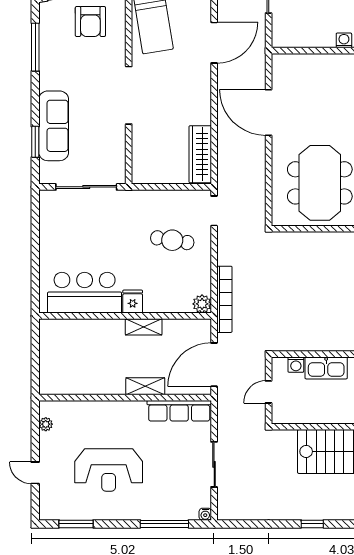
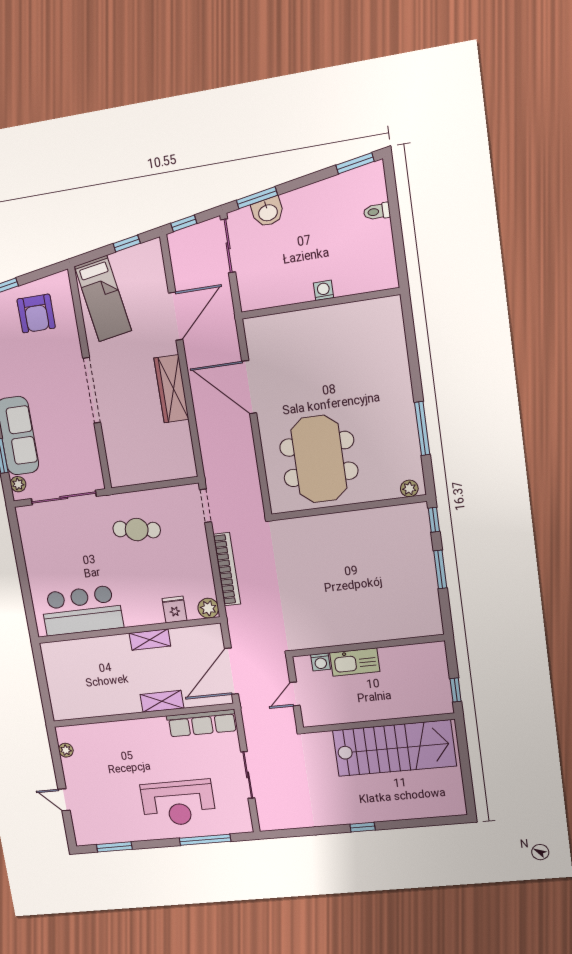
wardrobe: (200, 154) -> (171, 389), moved
plant: (46, 169) -> (18, 484), added
cafe table: (172, 240) -> (137, 530), moved
bookcase: (224, 299) -> (227, 569), moved
fridge: (133, 302) -> (175, 610), moved
reception desk: (109, 470) -> (178, 803), moved
water cooler: (205, 514) -> (246, 826), removed

